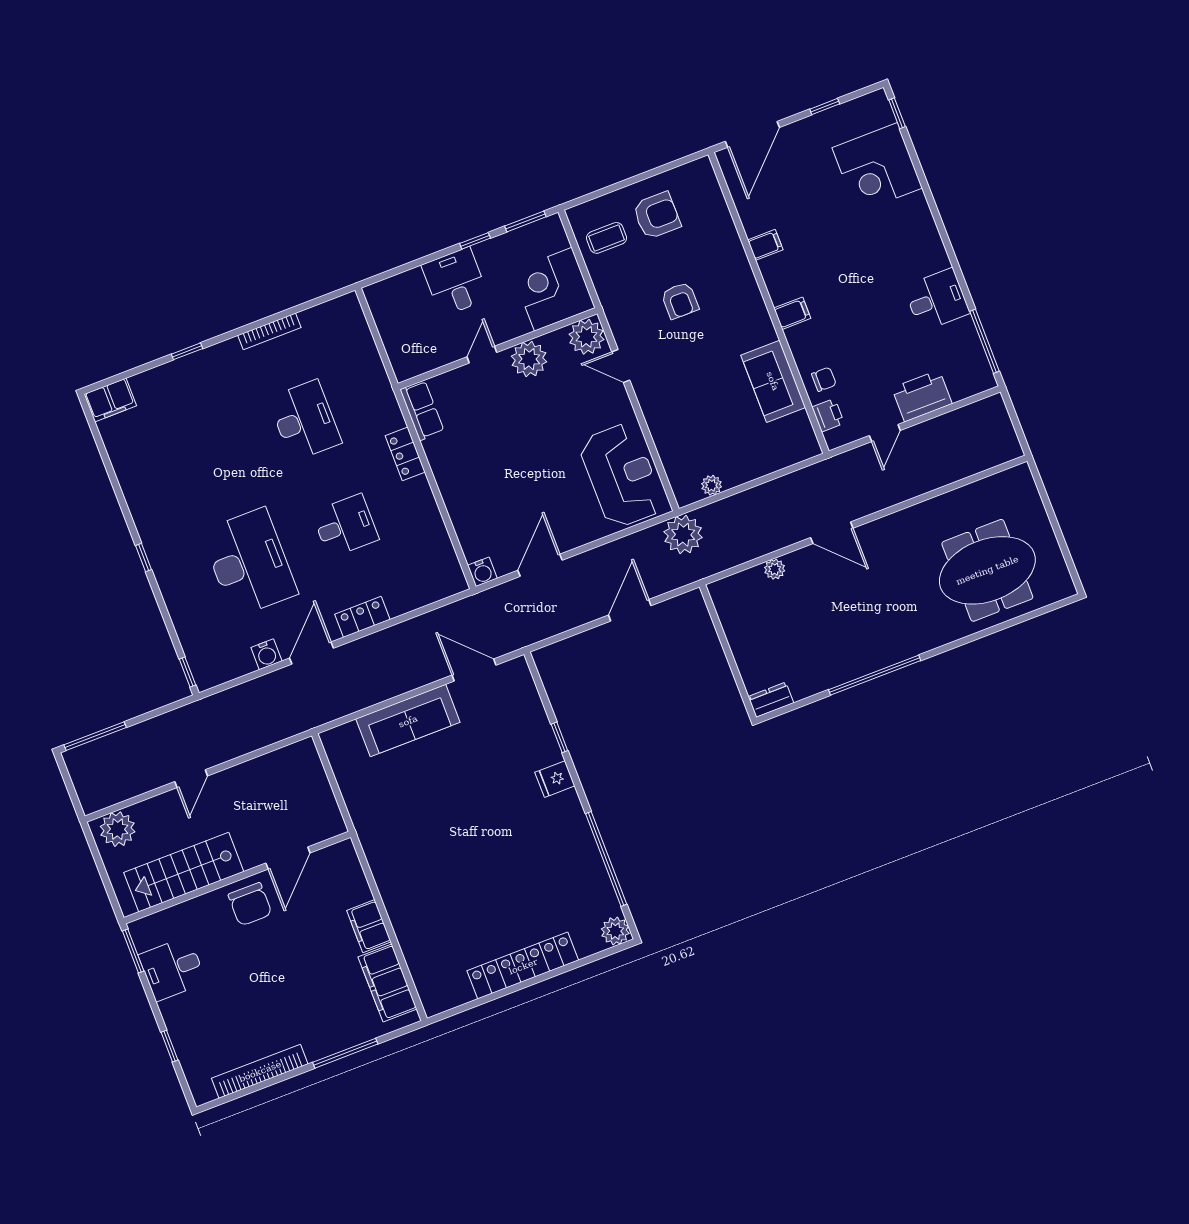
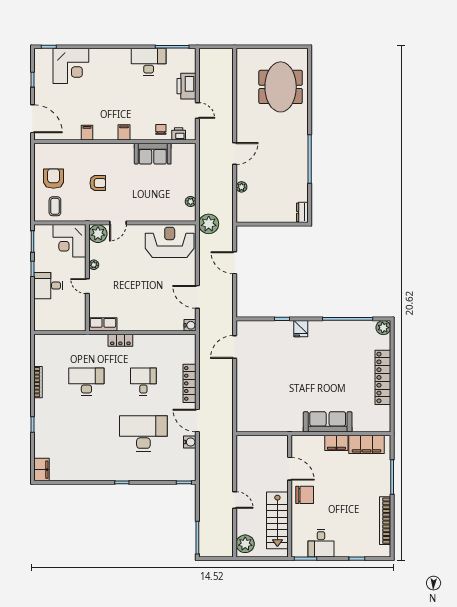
desk: (937, 300) -> (149, 62), width x1.37
plant: (529, 359) -> (94, 265), width x0.53, depth x0.53
locker: (362, 617) -> (189, 383), width x1.53
sofa: (408, 721) -> (328, 422), moved, turned -90

